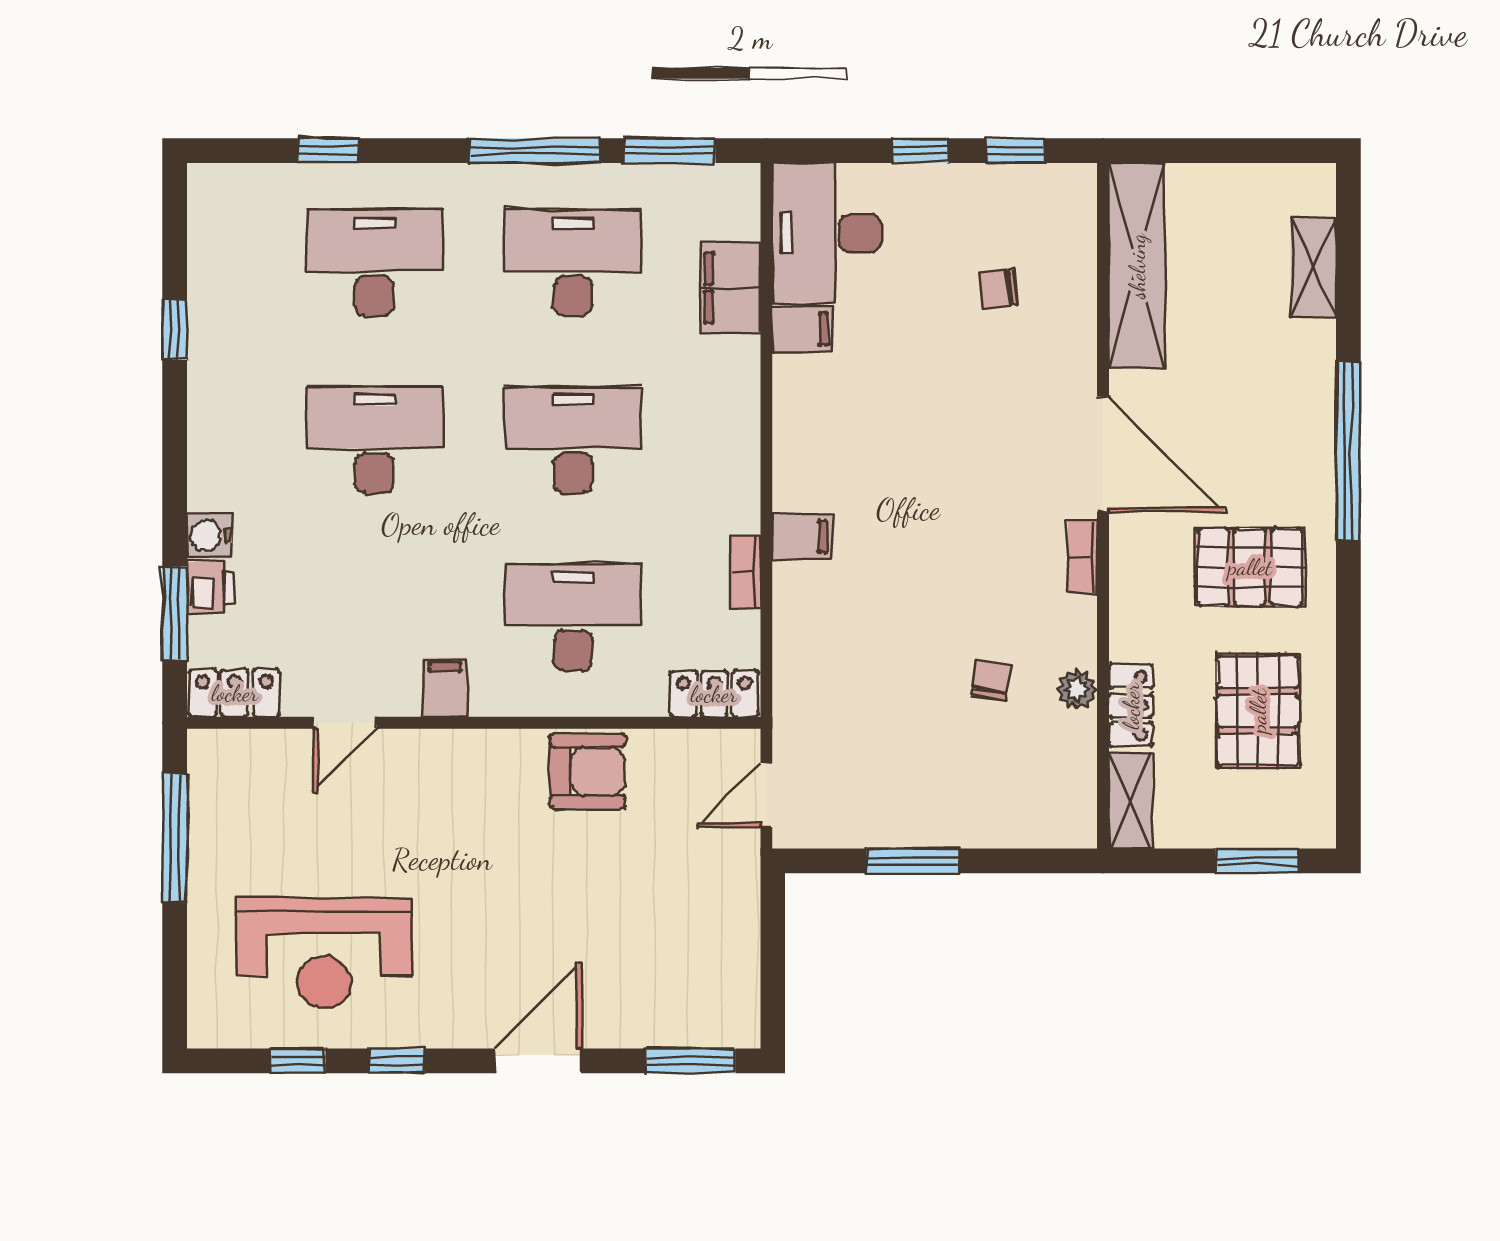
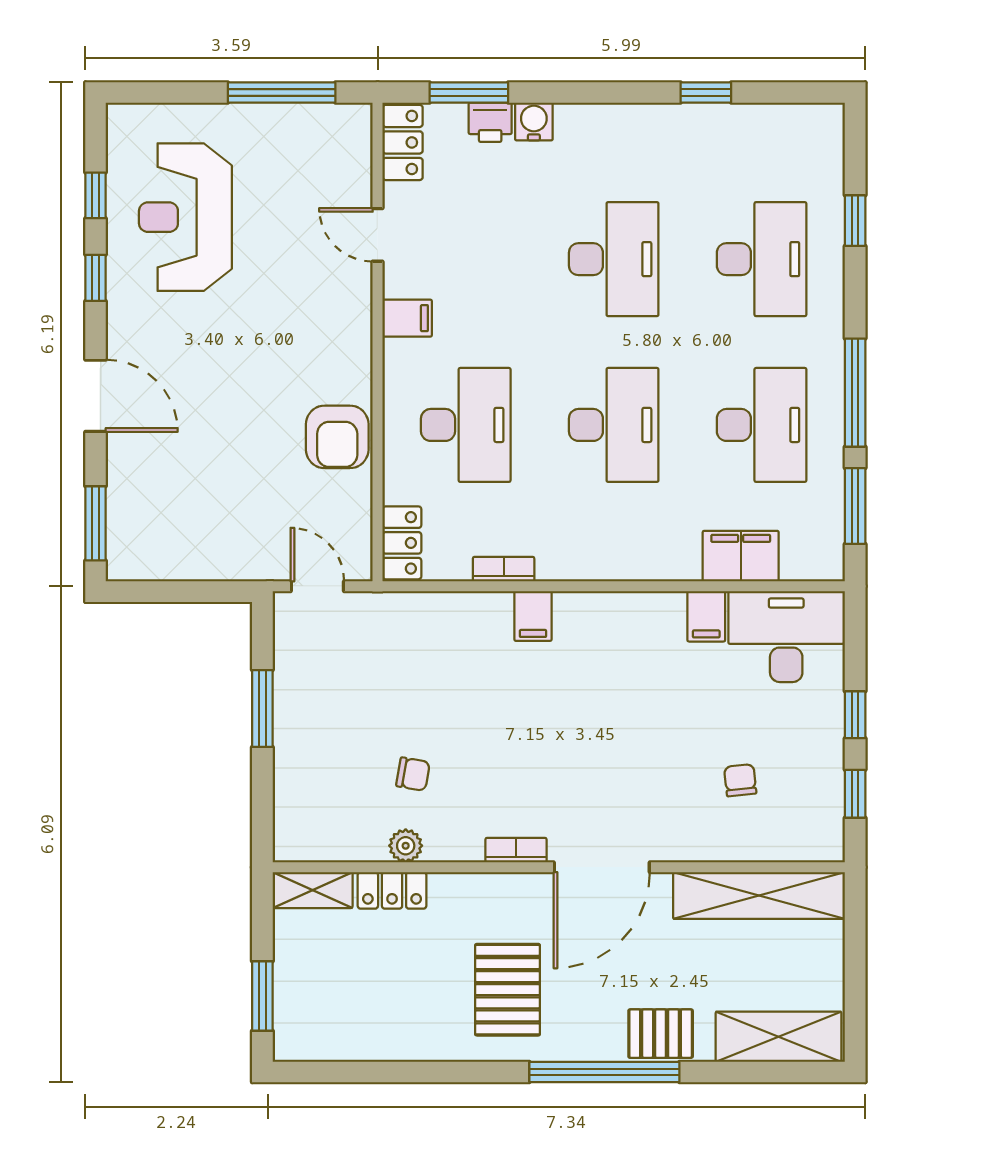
shelving: (1314, 267) -> (779, 1037), width x1.50, depth x1.33
pallet: (1258, 711) -> (661, 1034), moved, width x0.67, depth x0.71

